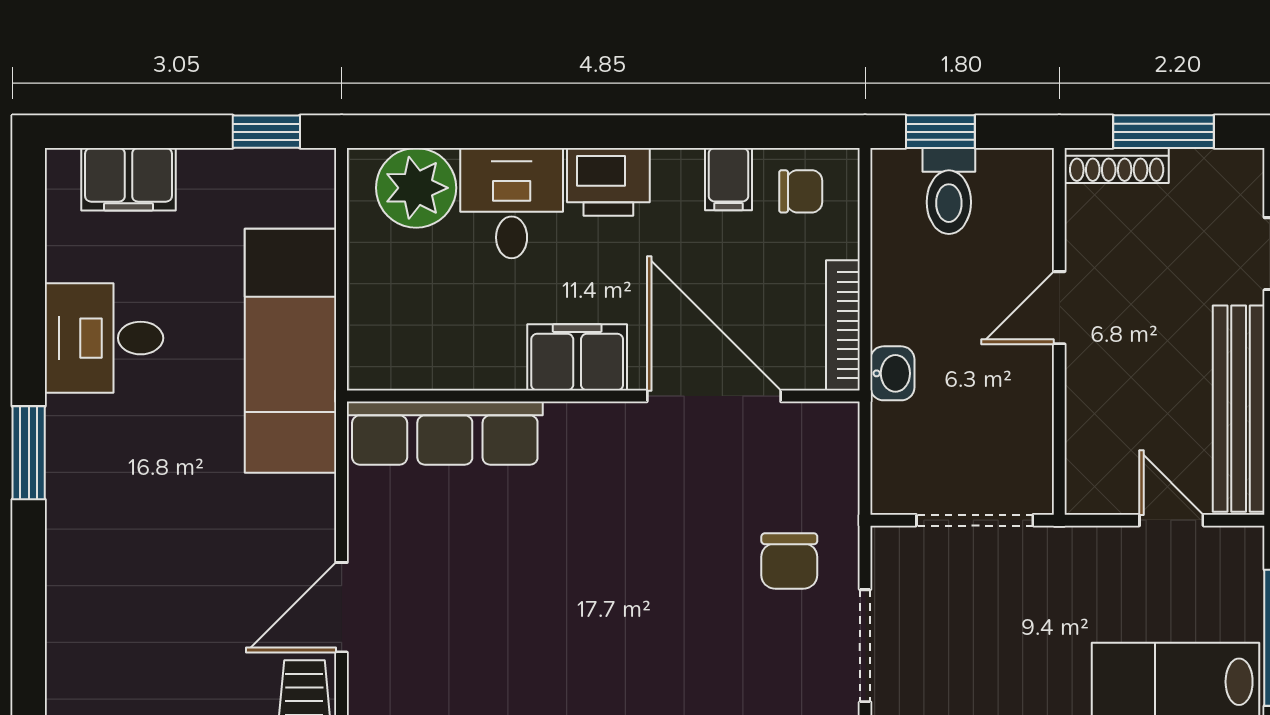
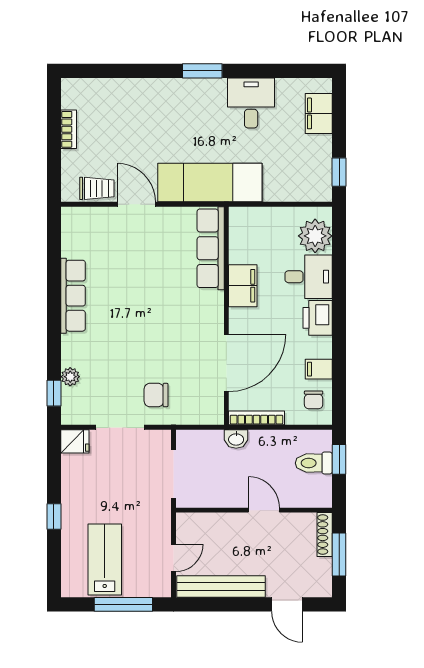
exam couch: (291, 351) -> (210, 182), moved
filing cabinet: (577, 357) -> (243, 286), moved

